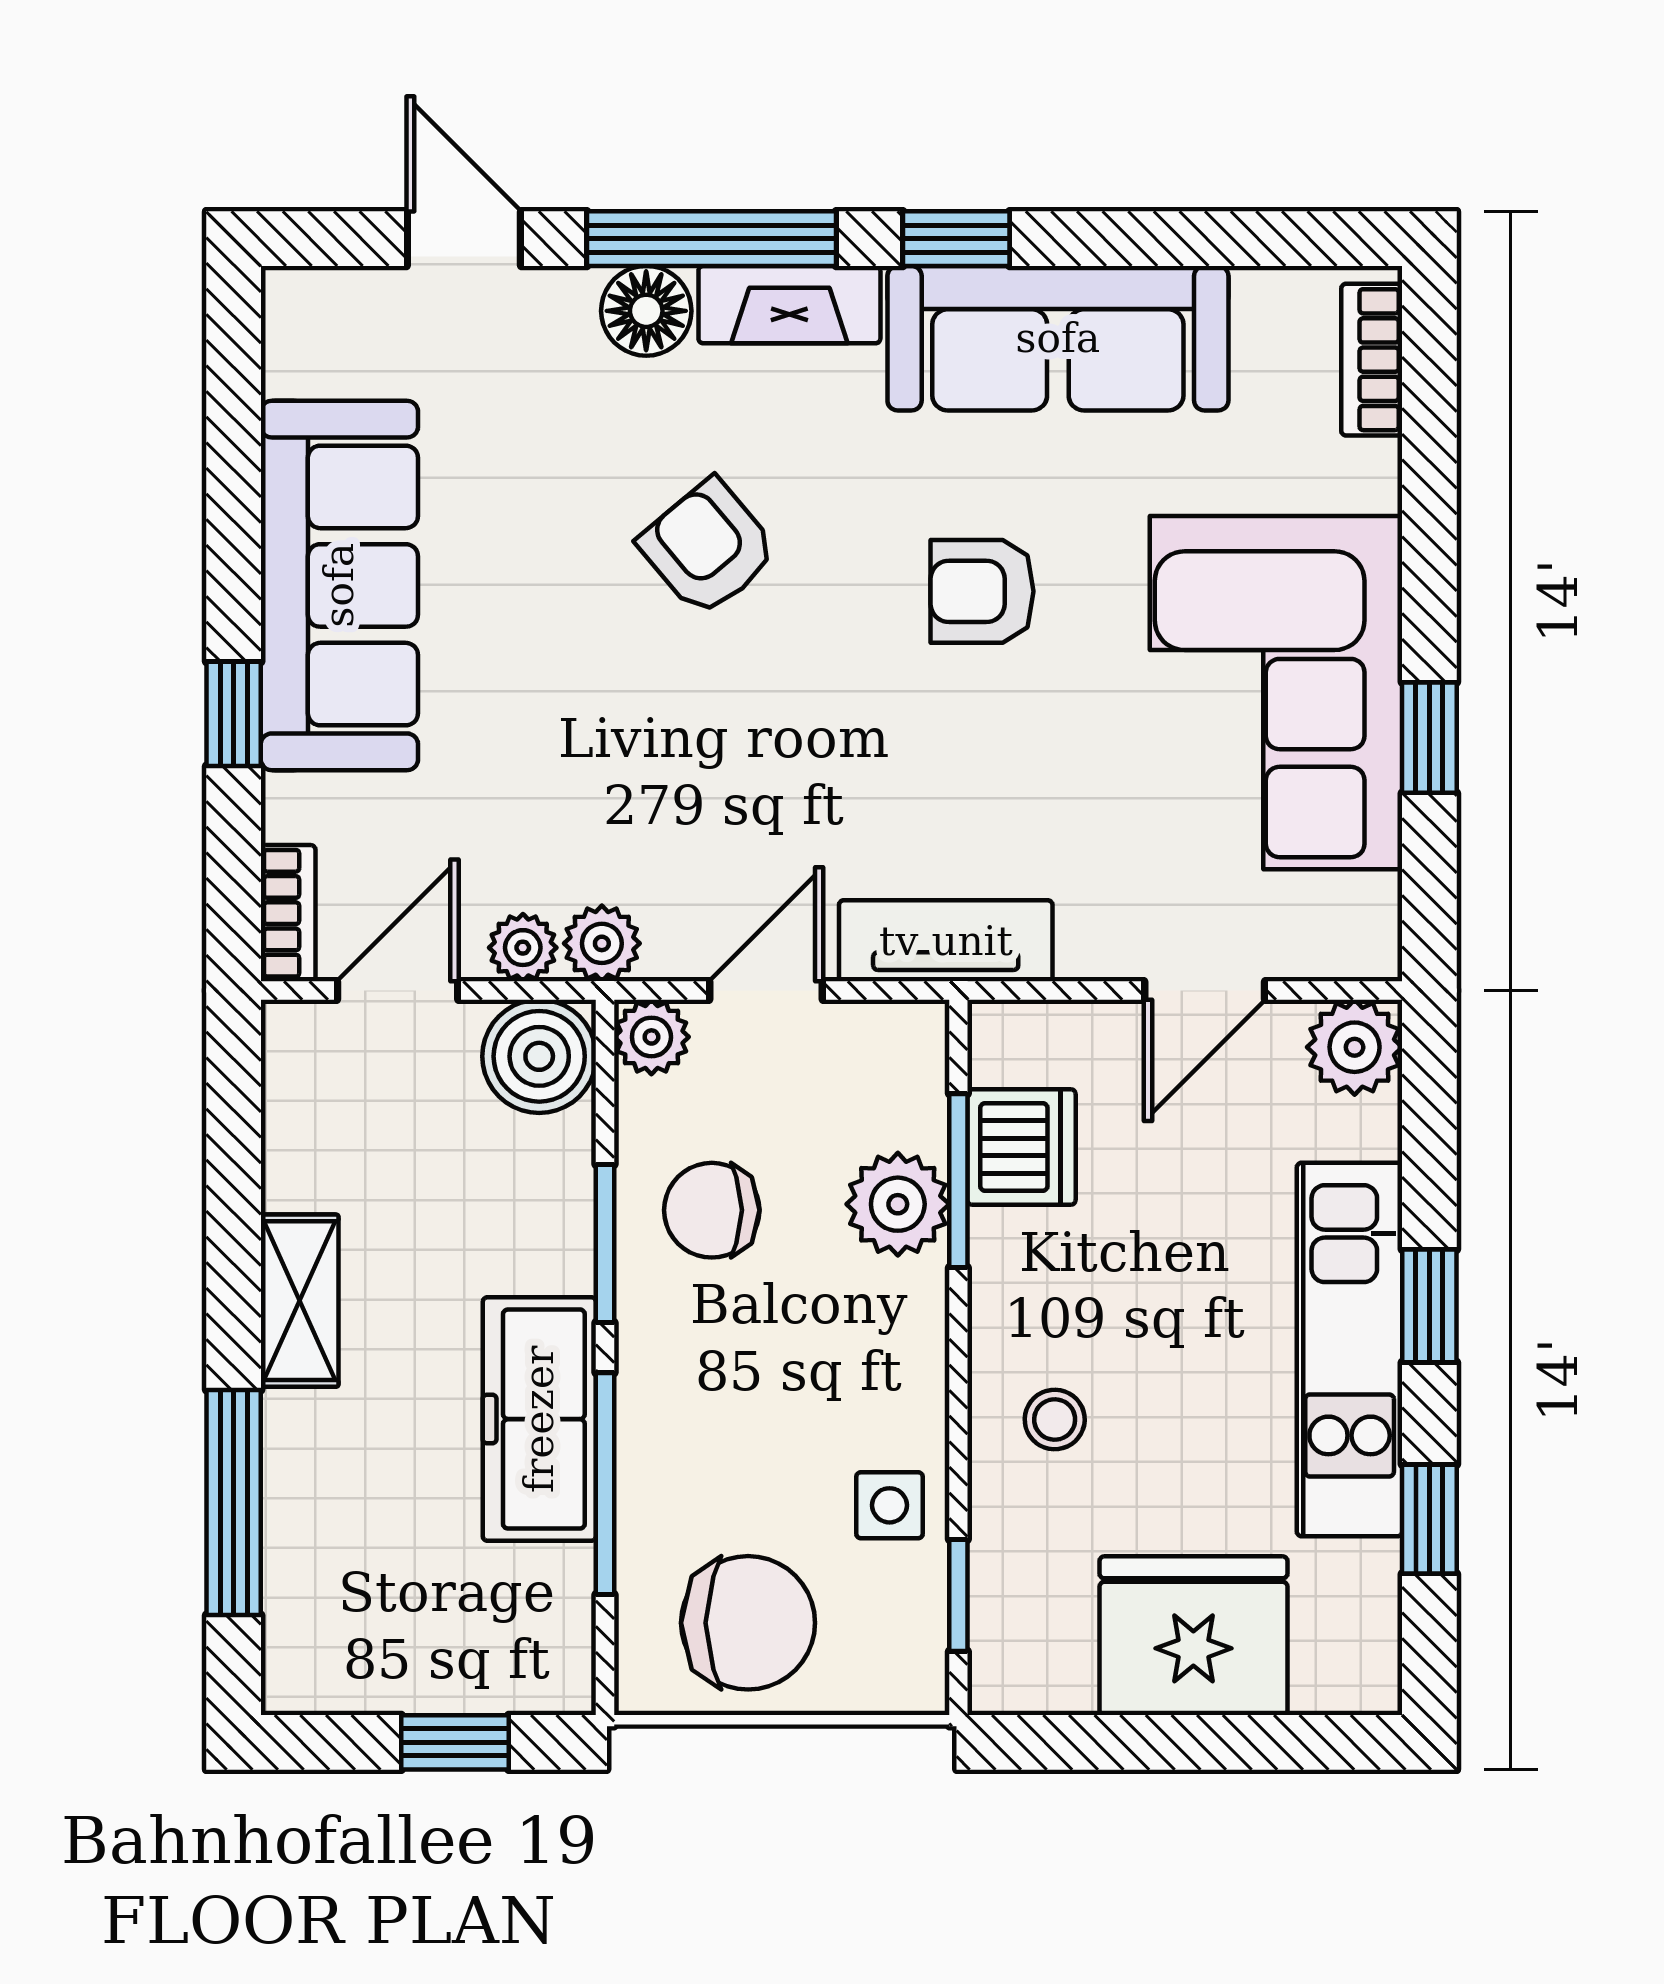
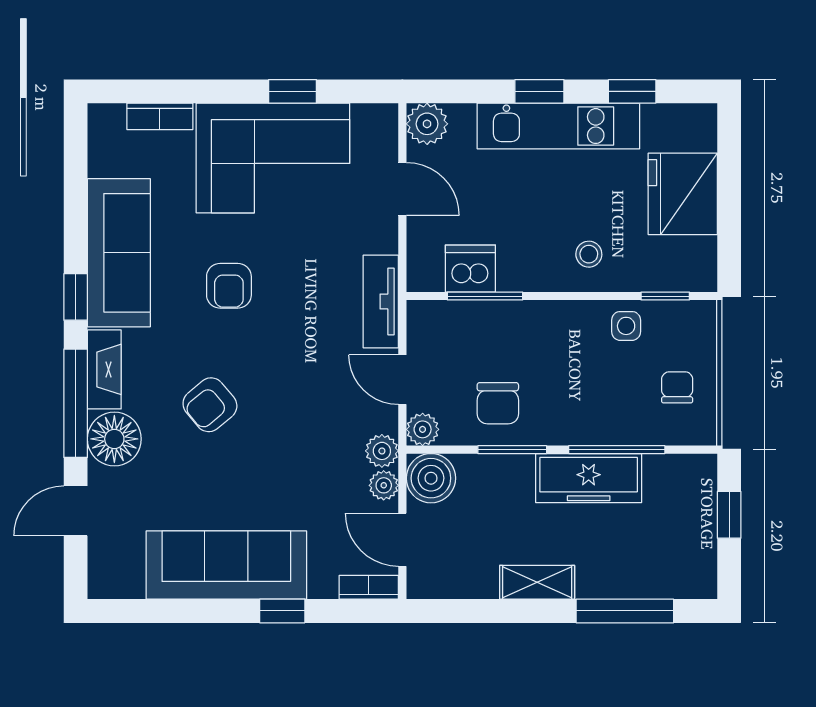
floor lamp: (646, 311) -> (114, 439), width x1.38, depth x1.38
bookcase: (1372, 360) -> (160, 116), moved
plant: (898, 1204) -> (495, 322), removed
chair: (748, 1623) -> (677, 387), width x0.54, depth x0.54

